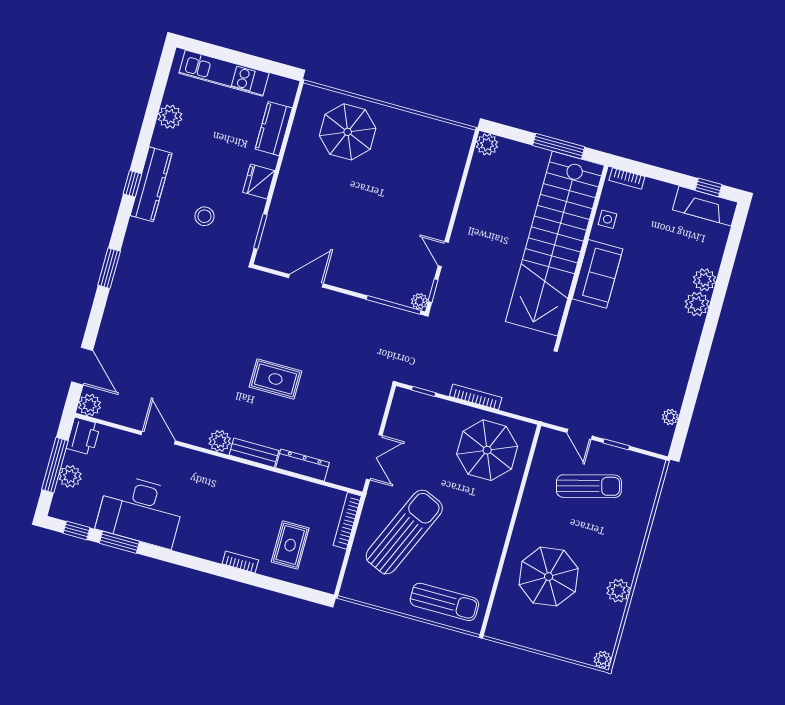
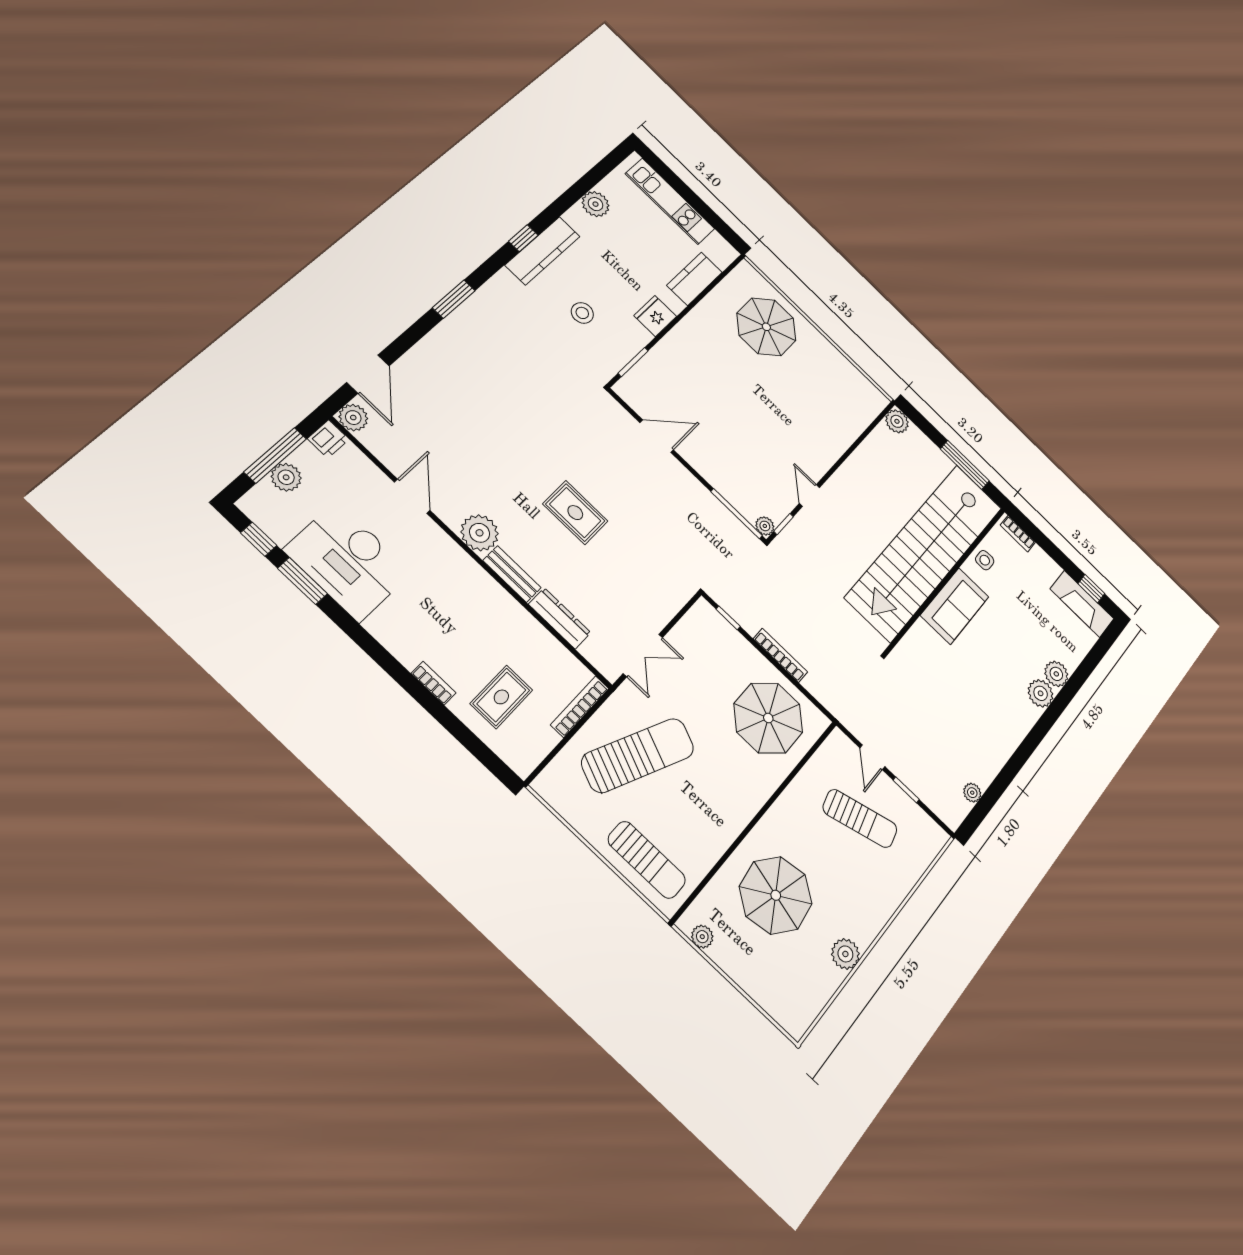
printer: (83, 436) -> (328, 439), width x0.73, depth x0.81
plant: (220, 441) -> (480, 533), width x1.36, depth x1.36
plant: (603, 660) -> (702, 937), moved

